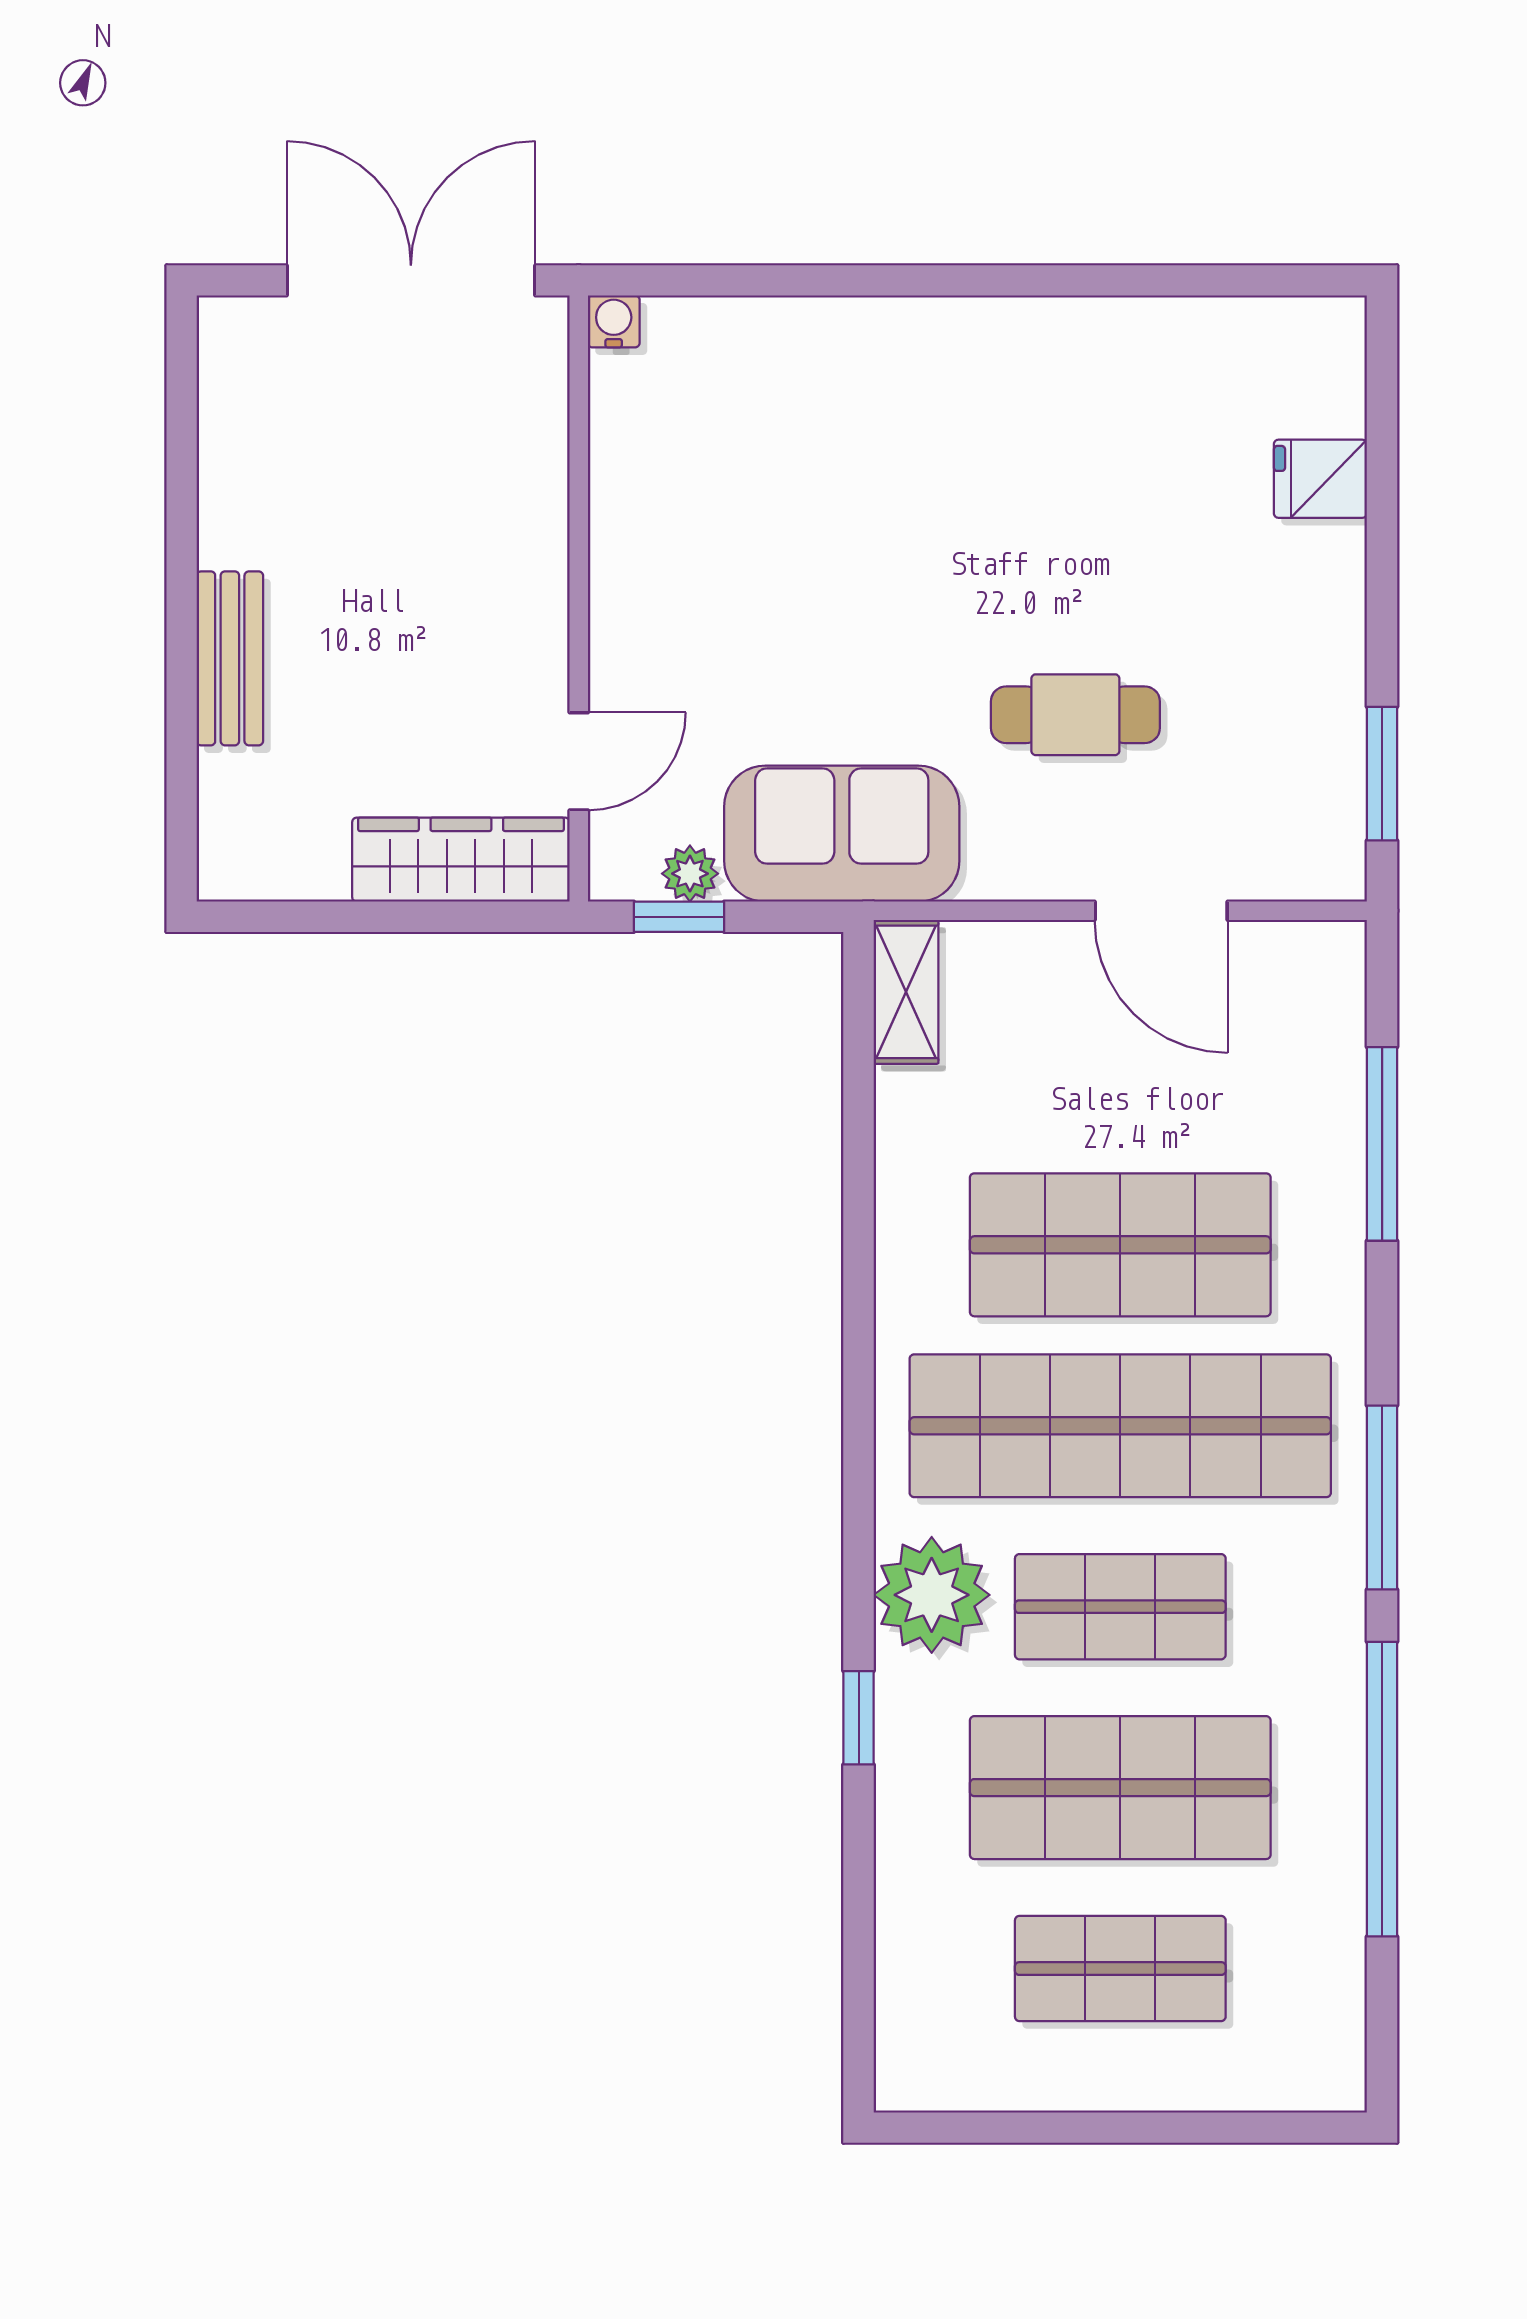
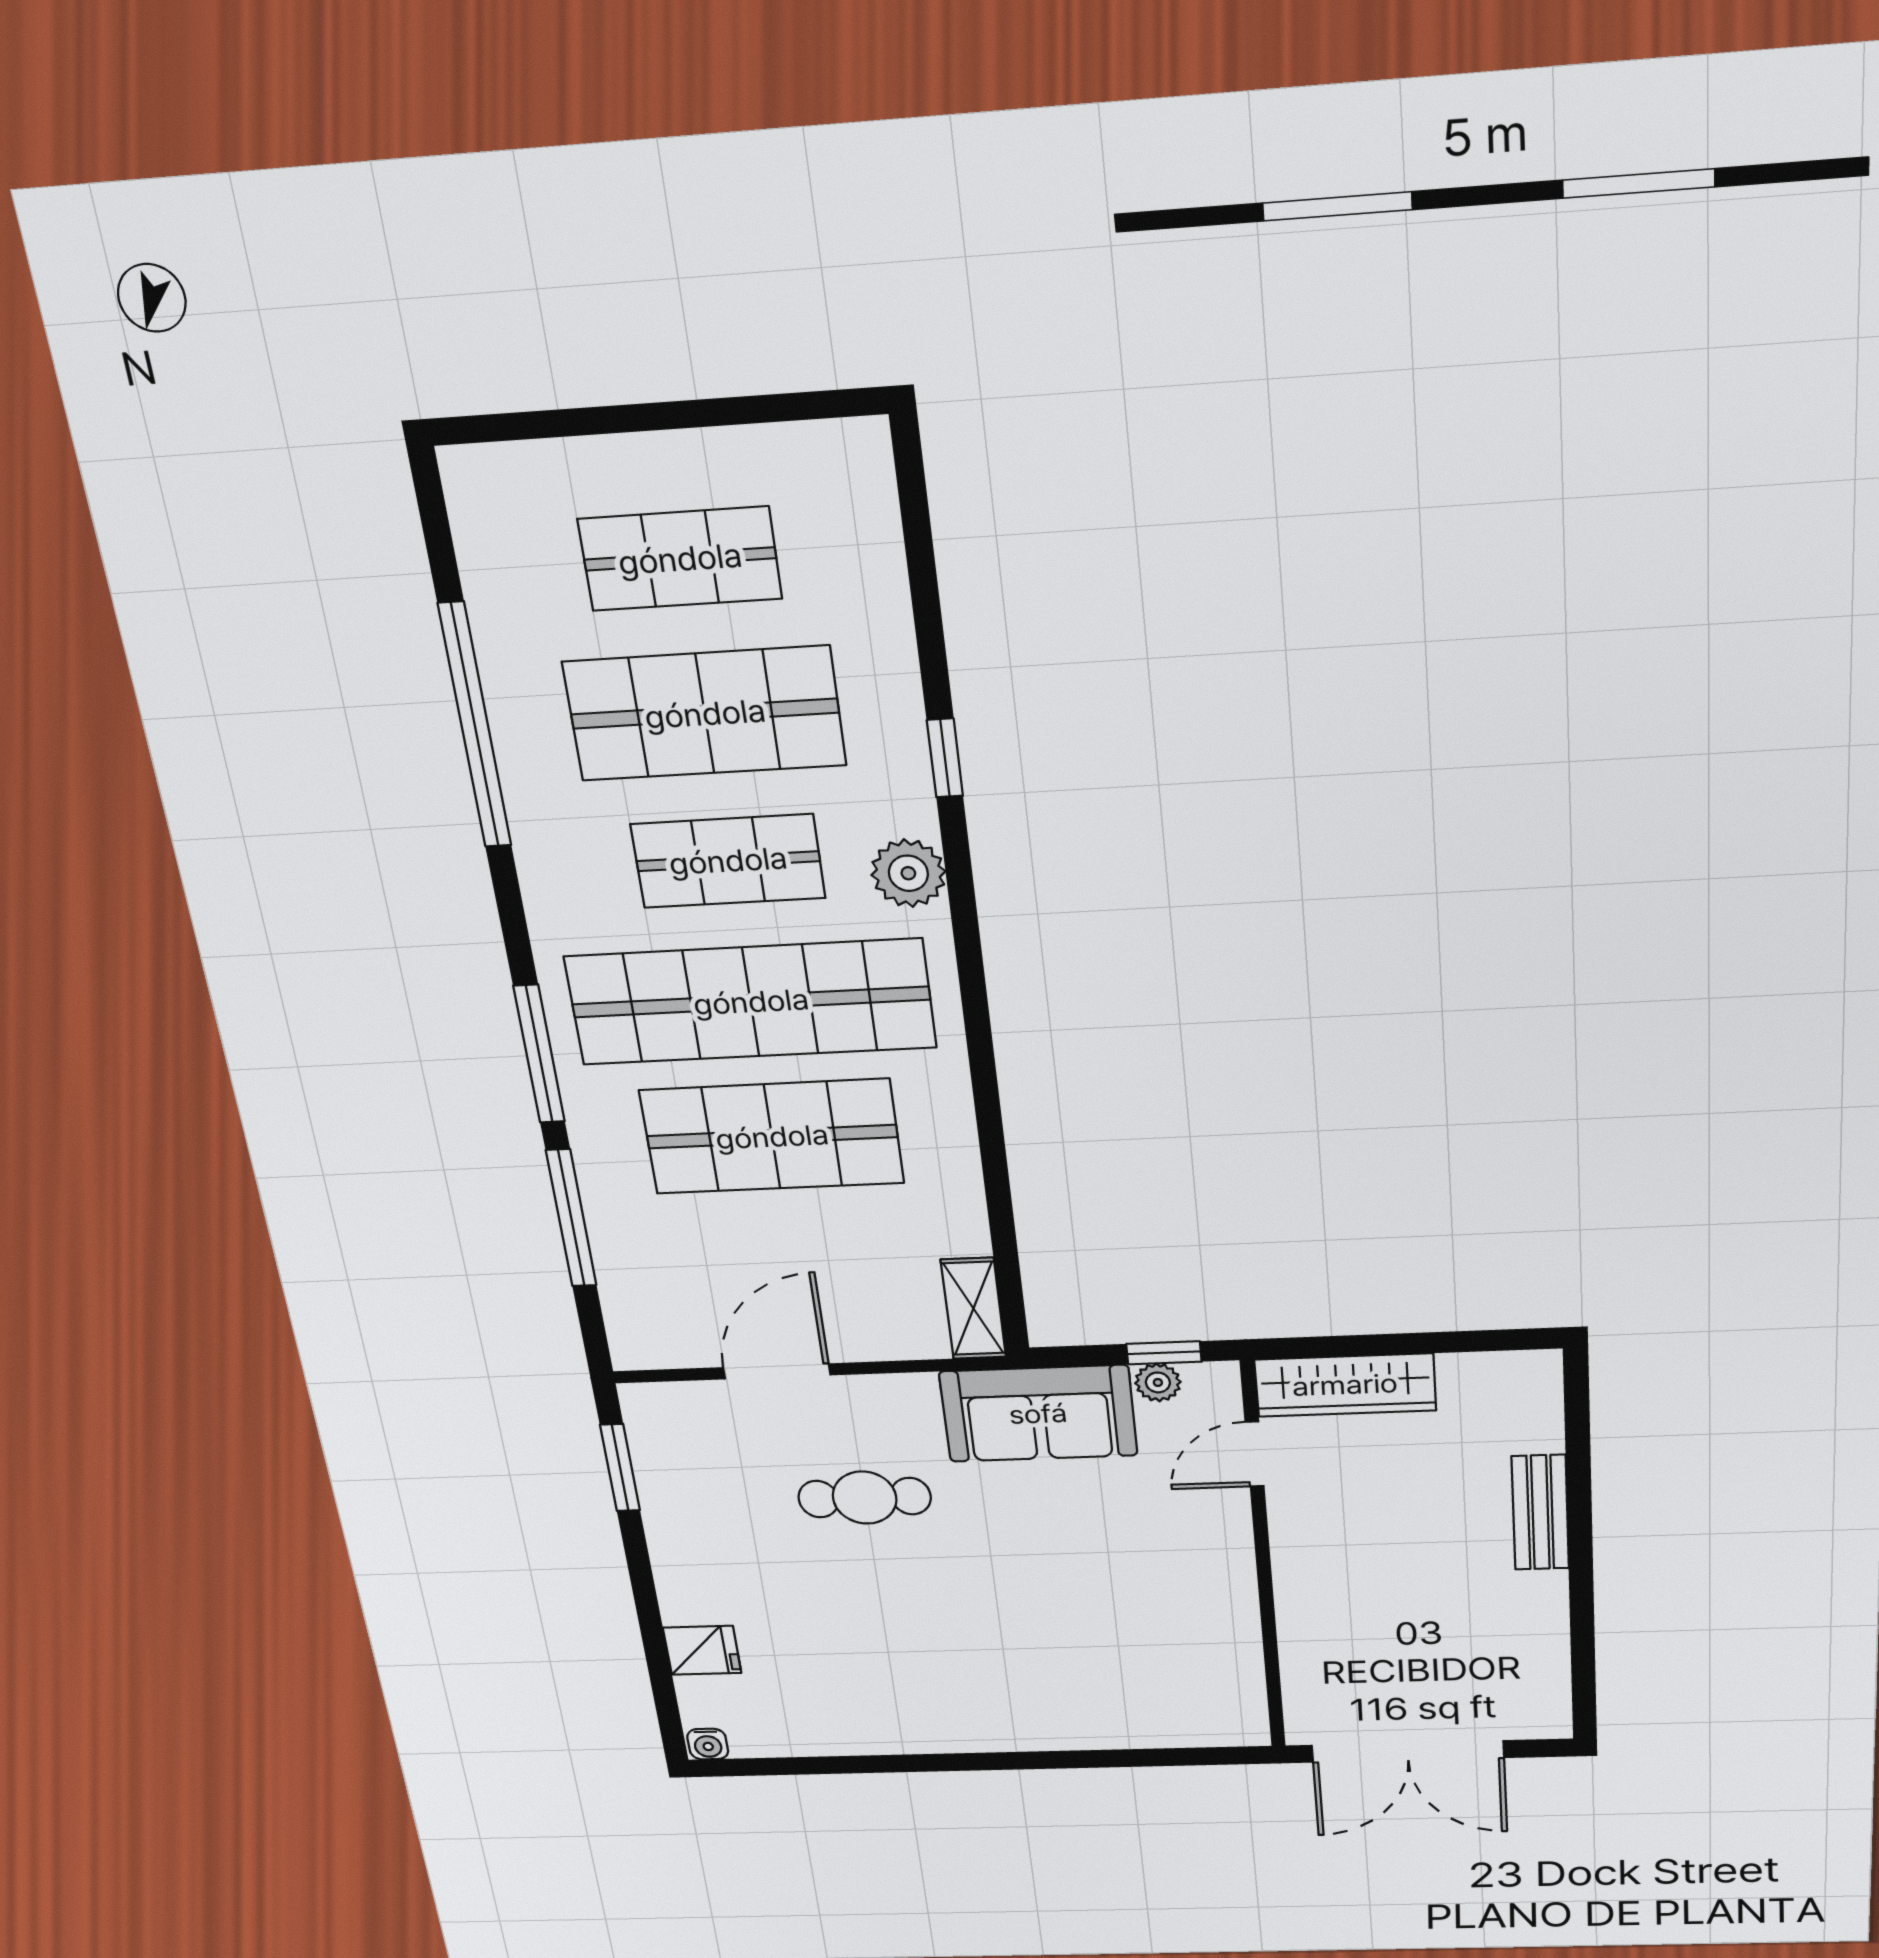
water cooler: (614, 321) -> (708, 1744), moved
door: (1161, 911) -> (777, 1371), hinge flipped
window: (1382, 1497) -> (539, 1054), moved
plant: (932, 1595) -> (908, 873), width x0.73, depth x0.73

